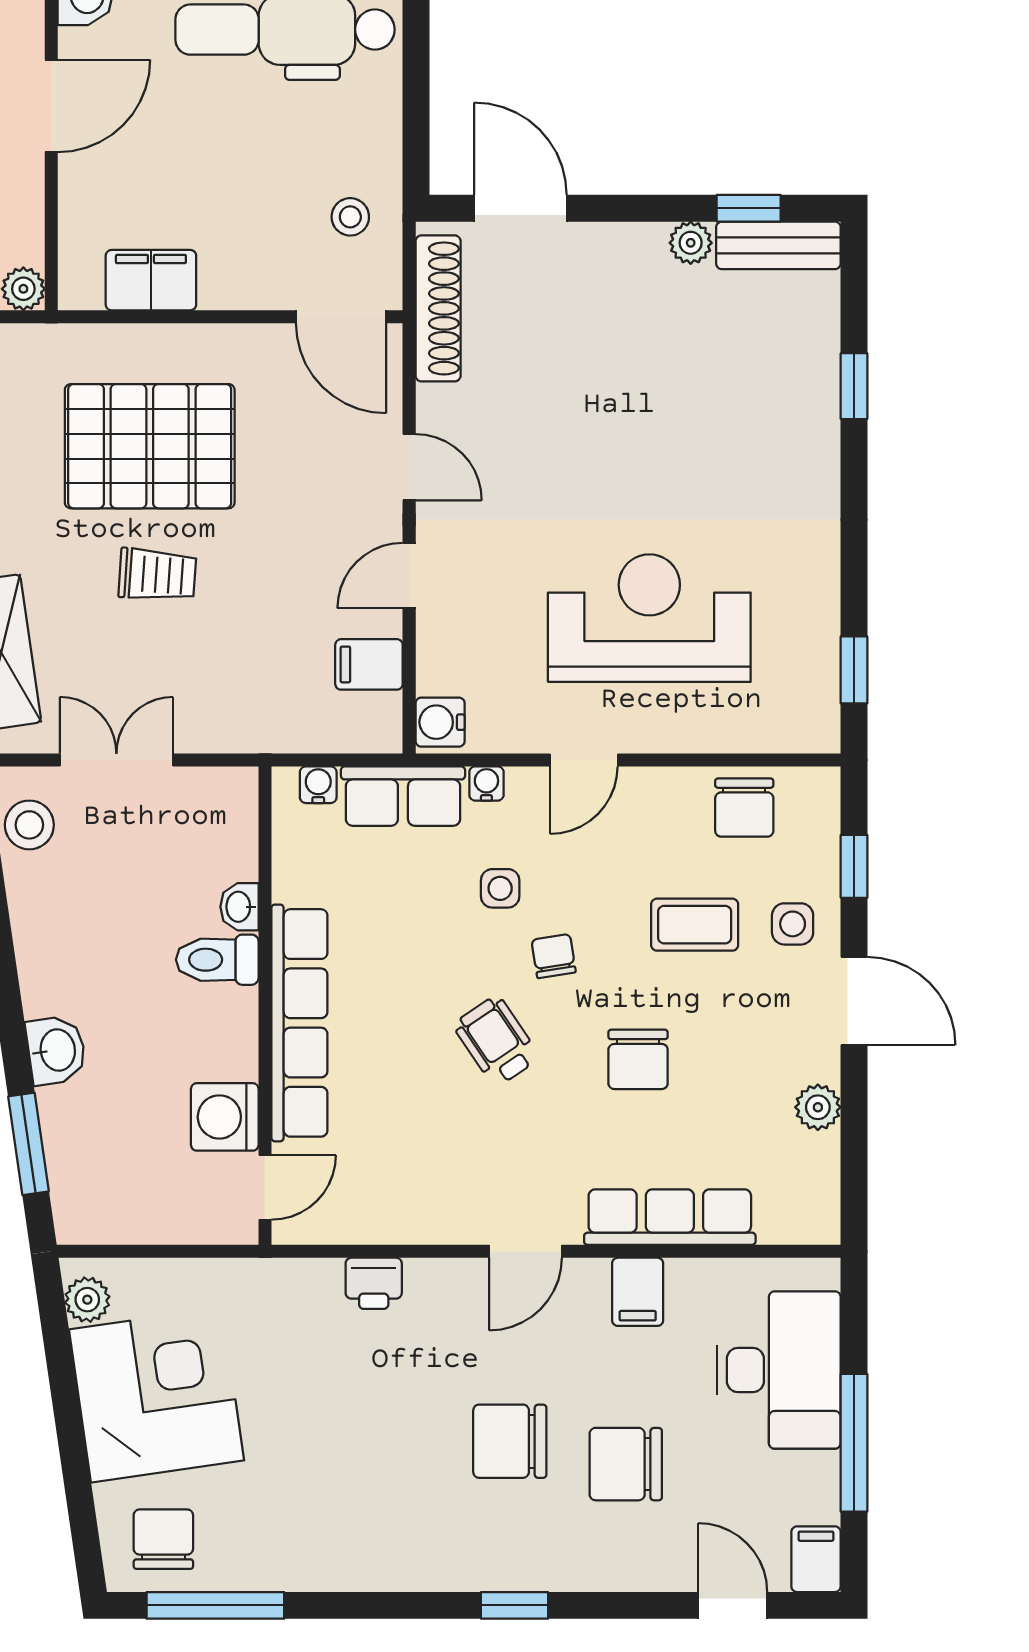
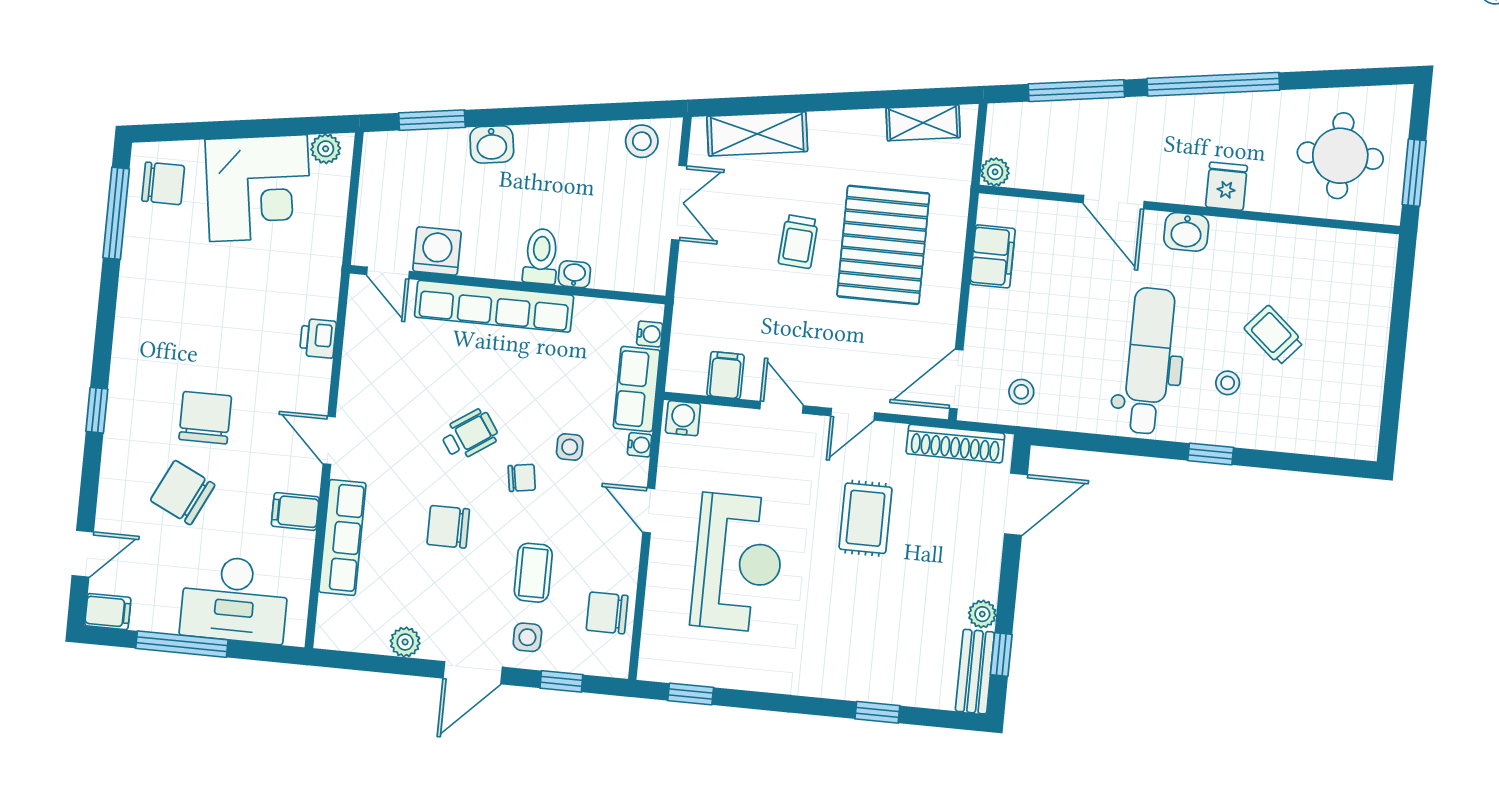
rug: (564, 433) -> (866, 518), added
chair: (626, 1464) -> (183, 493), turned -64

